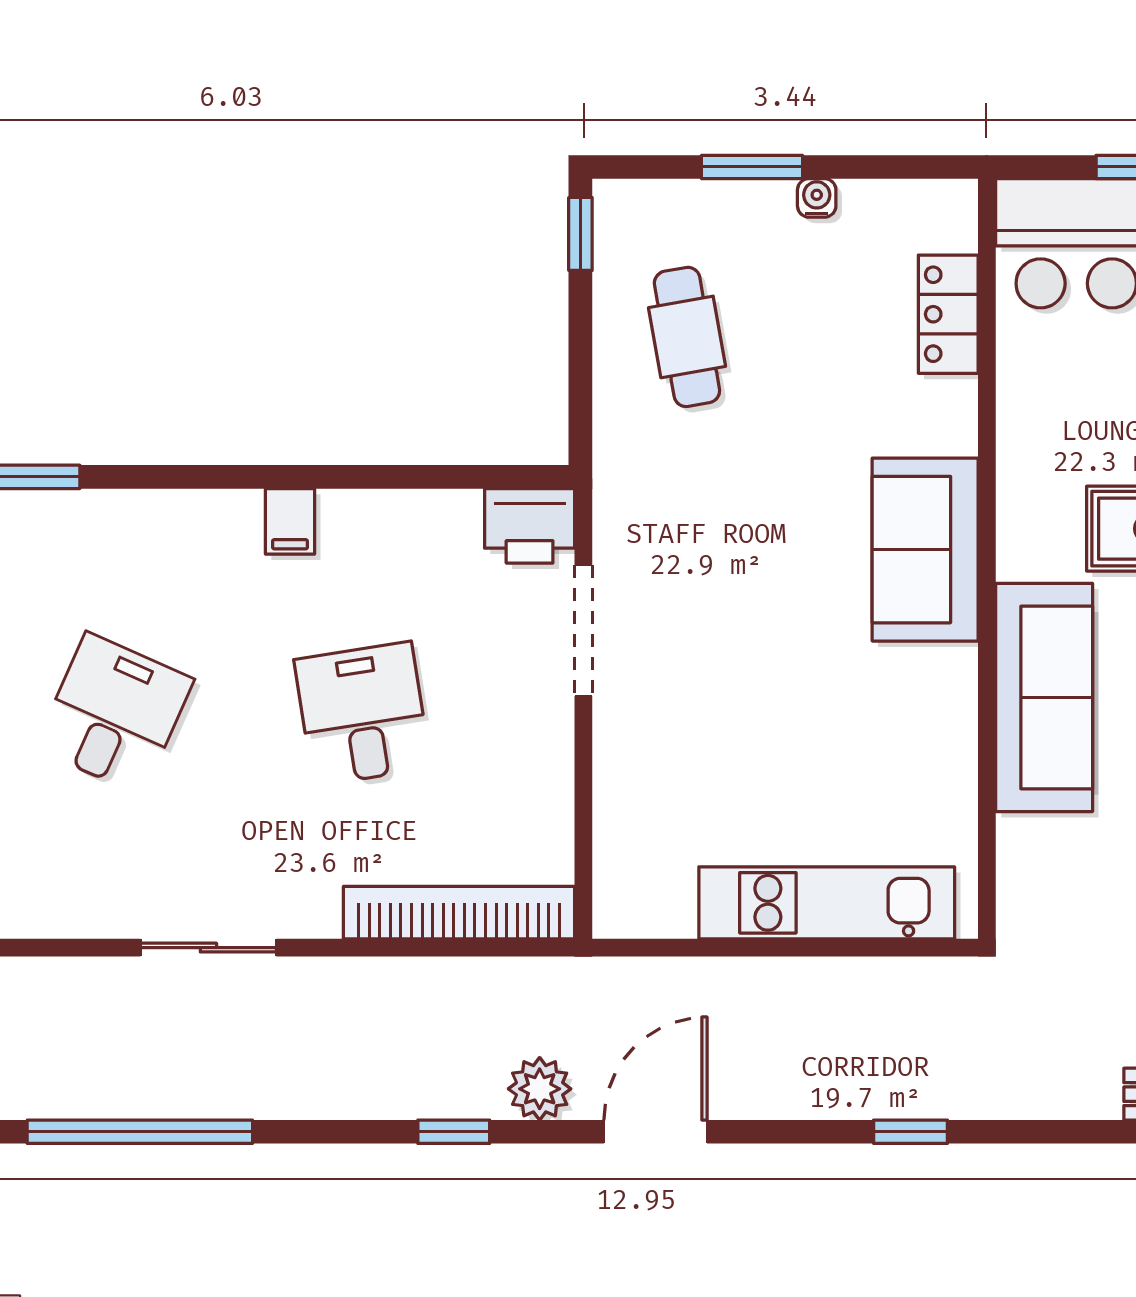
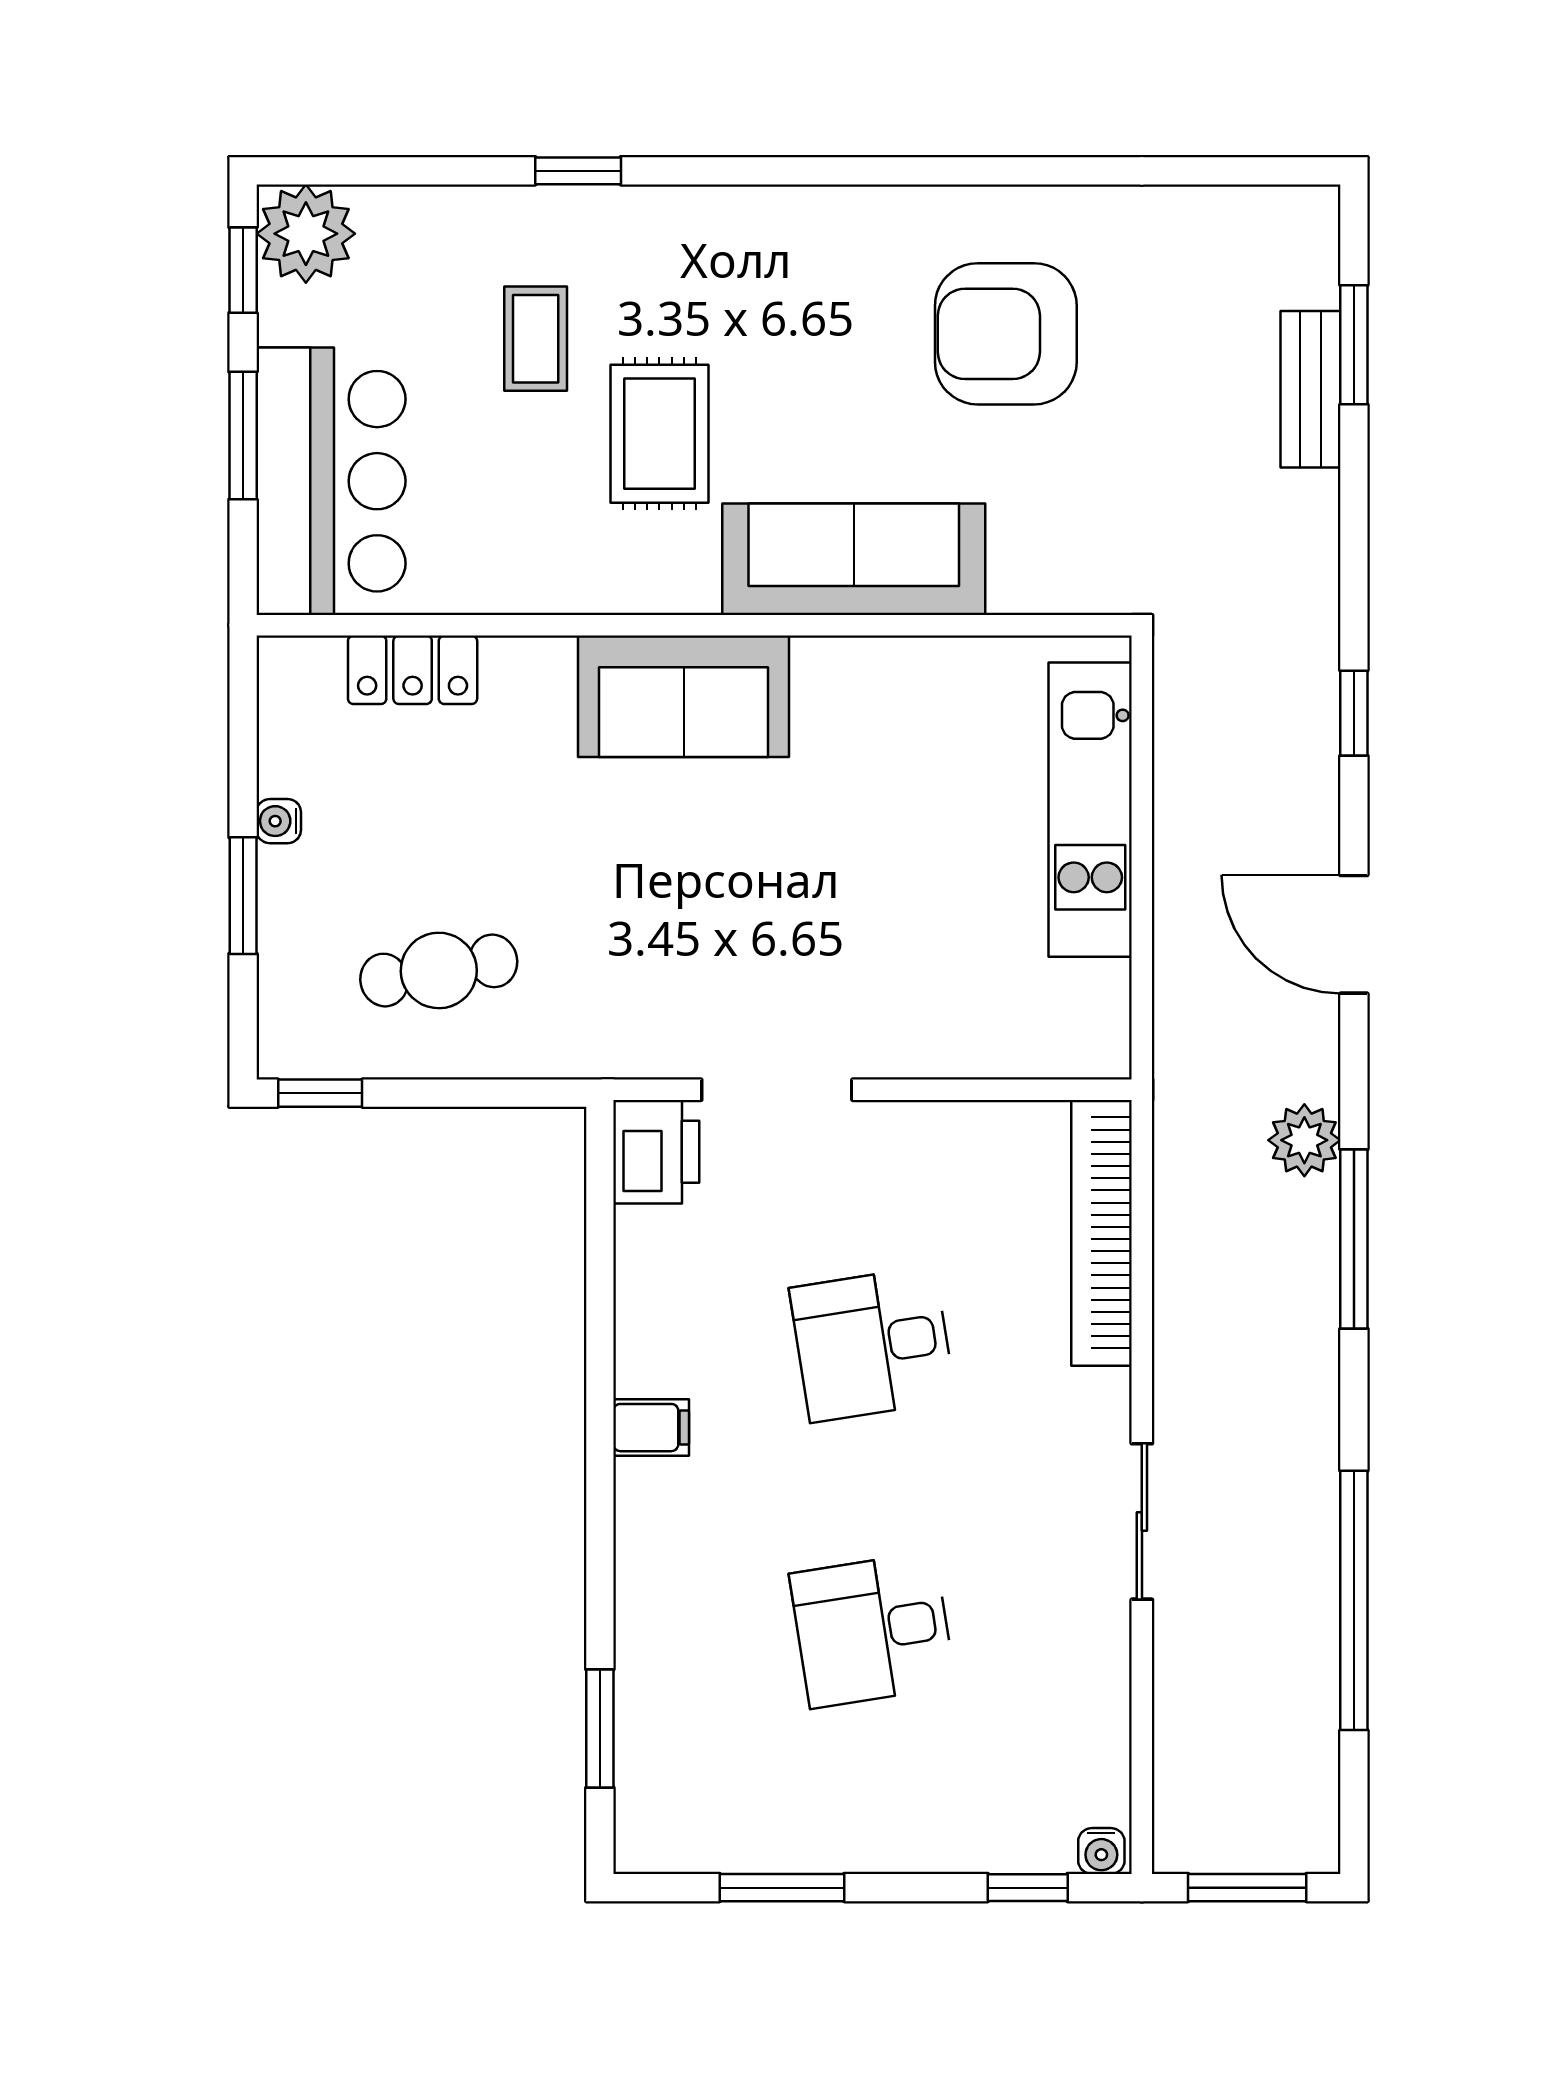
desk: (114, 714) -> (873, 1630), turned -33
window: (454, 1132) -> (1354, 1239), width x2.17
door: (656, 1132) -> (1354, 934), moved

